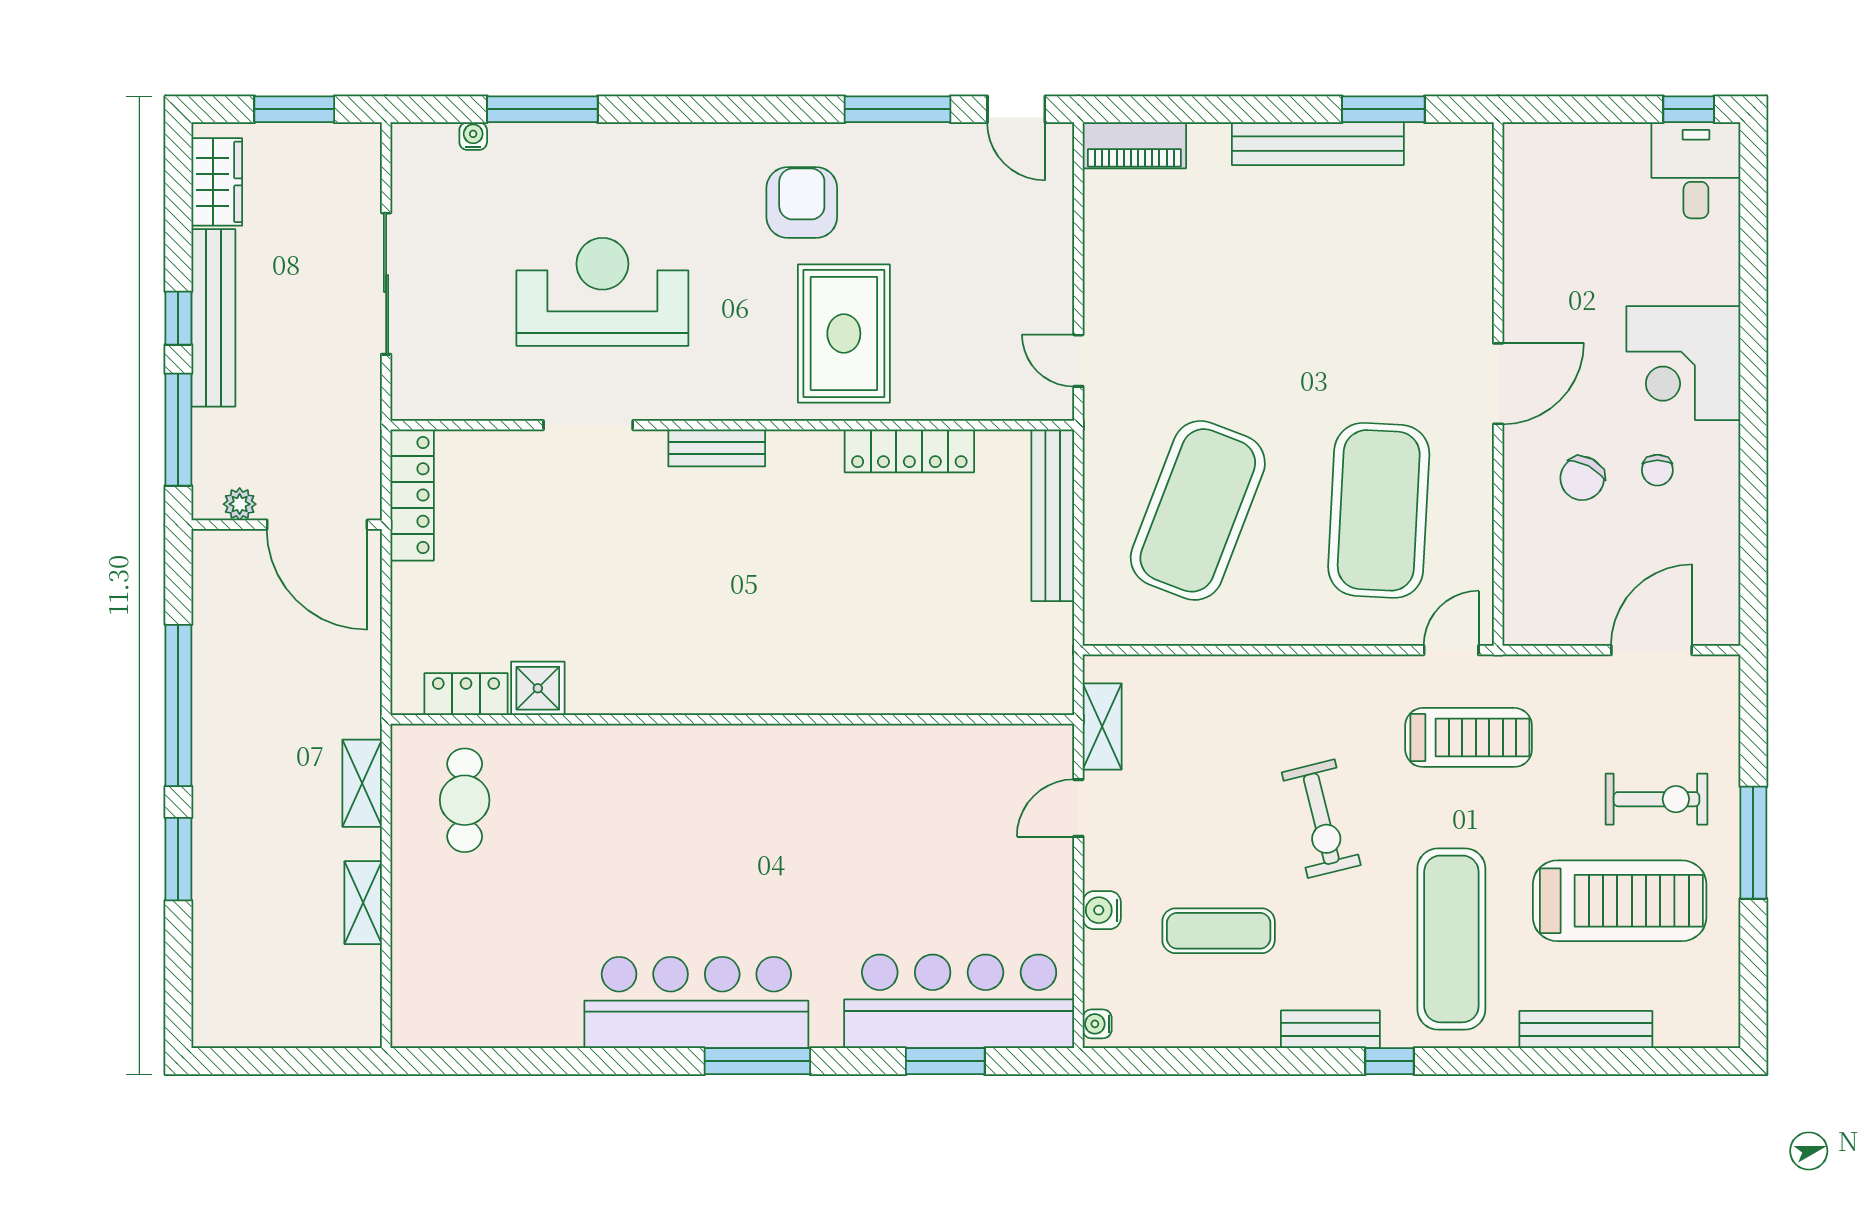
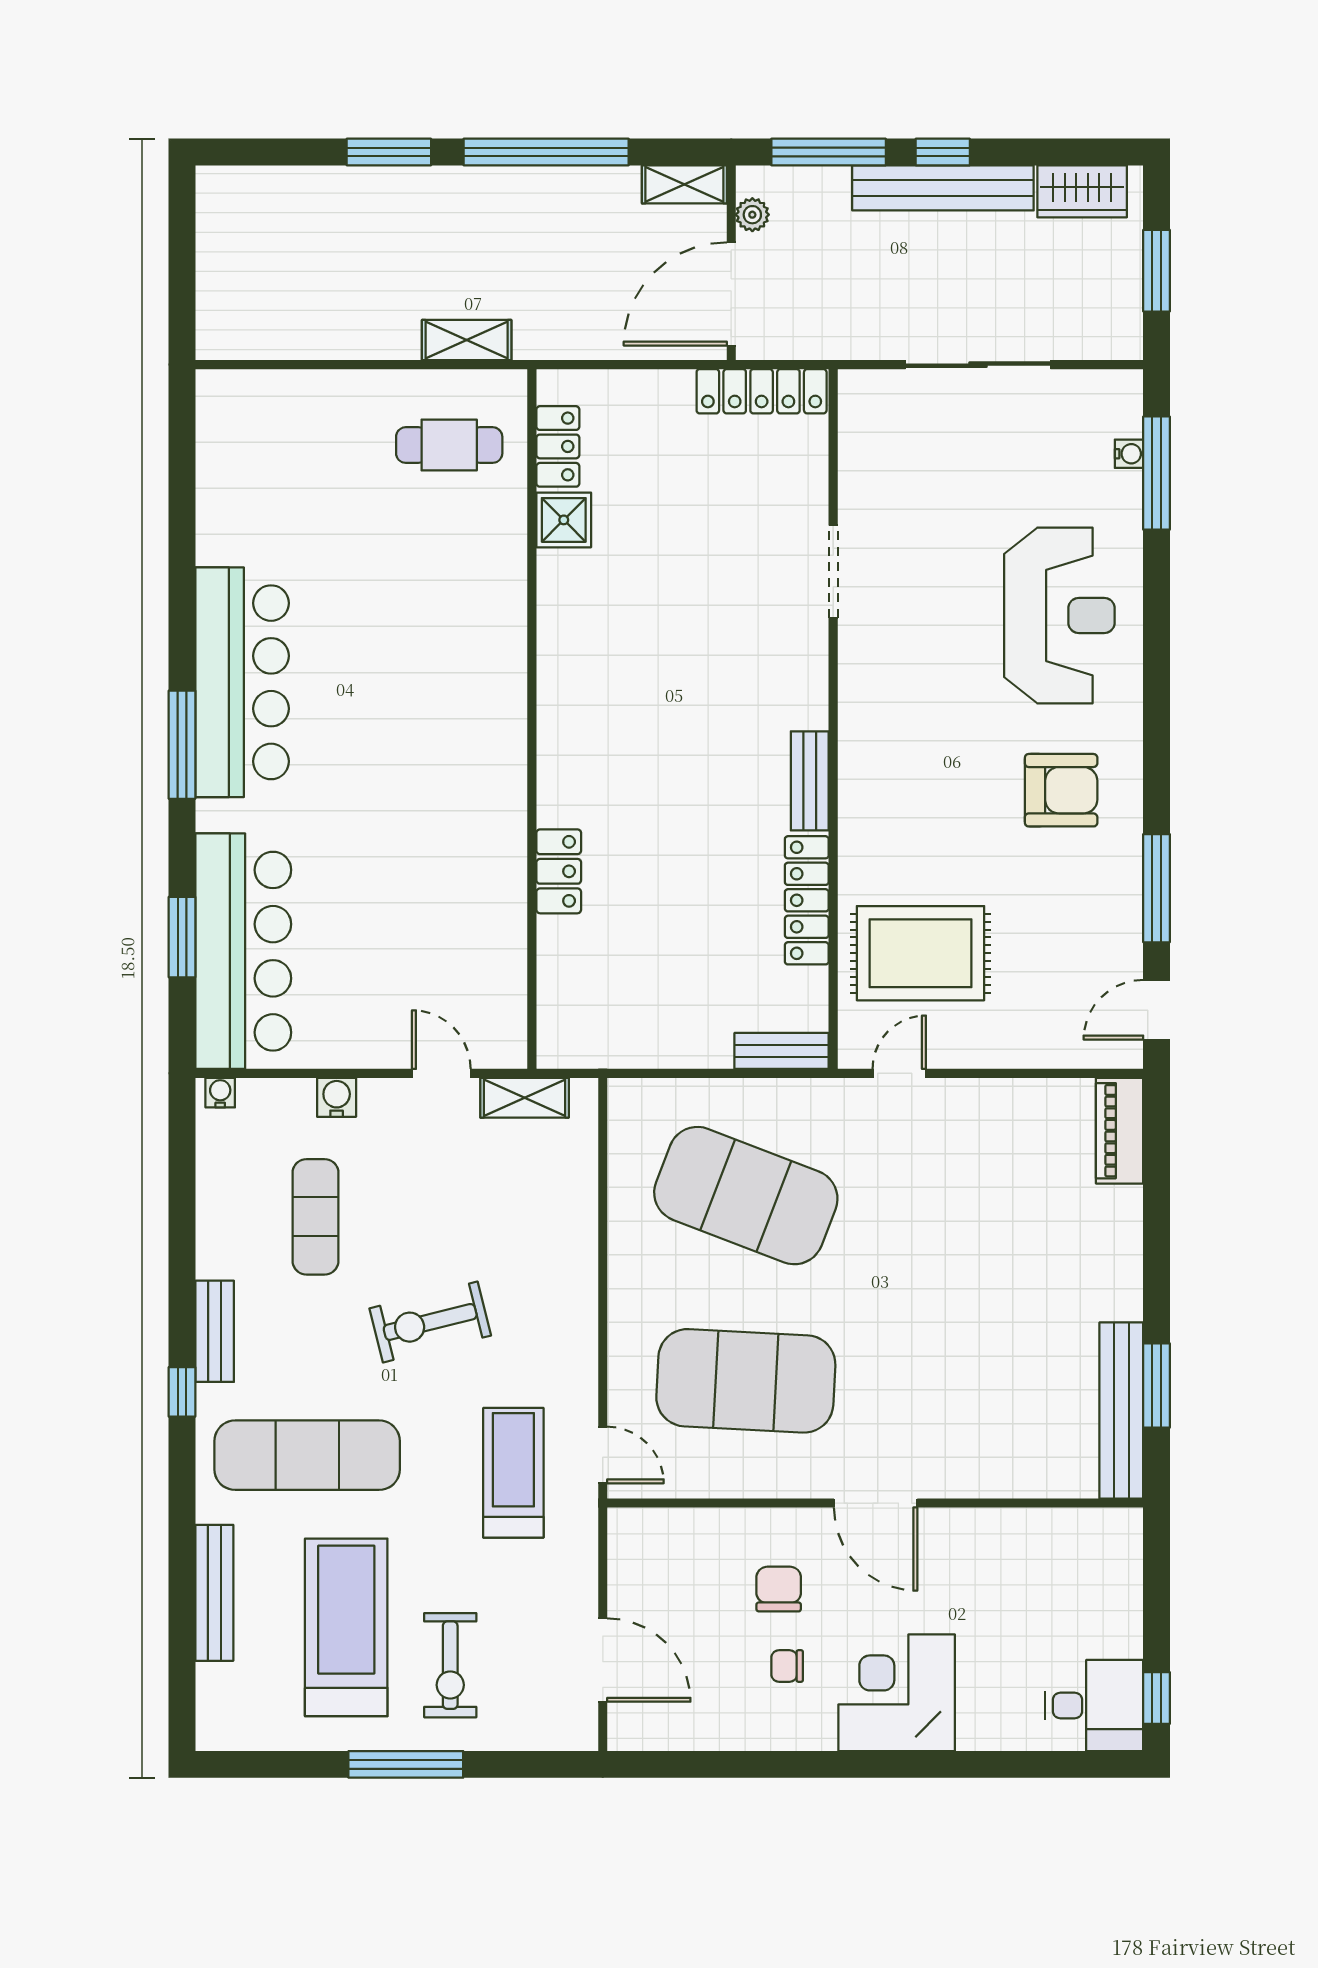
window: (542, 109) -> (1156, 473), moved
bench: (1318, 144) -> (1121, 1411), moved
reception desk: (602, 292) -> (1059, 615), moved
rug: (844, 334) -> (921, 953), moved
bench: (717, 448) -> (810, 781), moved
chair: (1582, 478) -> (779, 1589), turned 62
bench: (1053, 515) -> (782, 1051), width x0.54, depth x0.82
locker: (881, 693) -> (559, 871), added
treadmill: (1469, 737) -> (513, 1473), turned 180
treadmill: (1620, 901) -> (346, 1627), turned 180
shelving: (363, 903) -> (684, 184), moved

